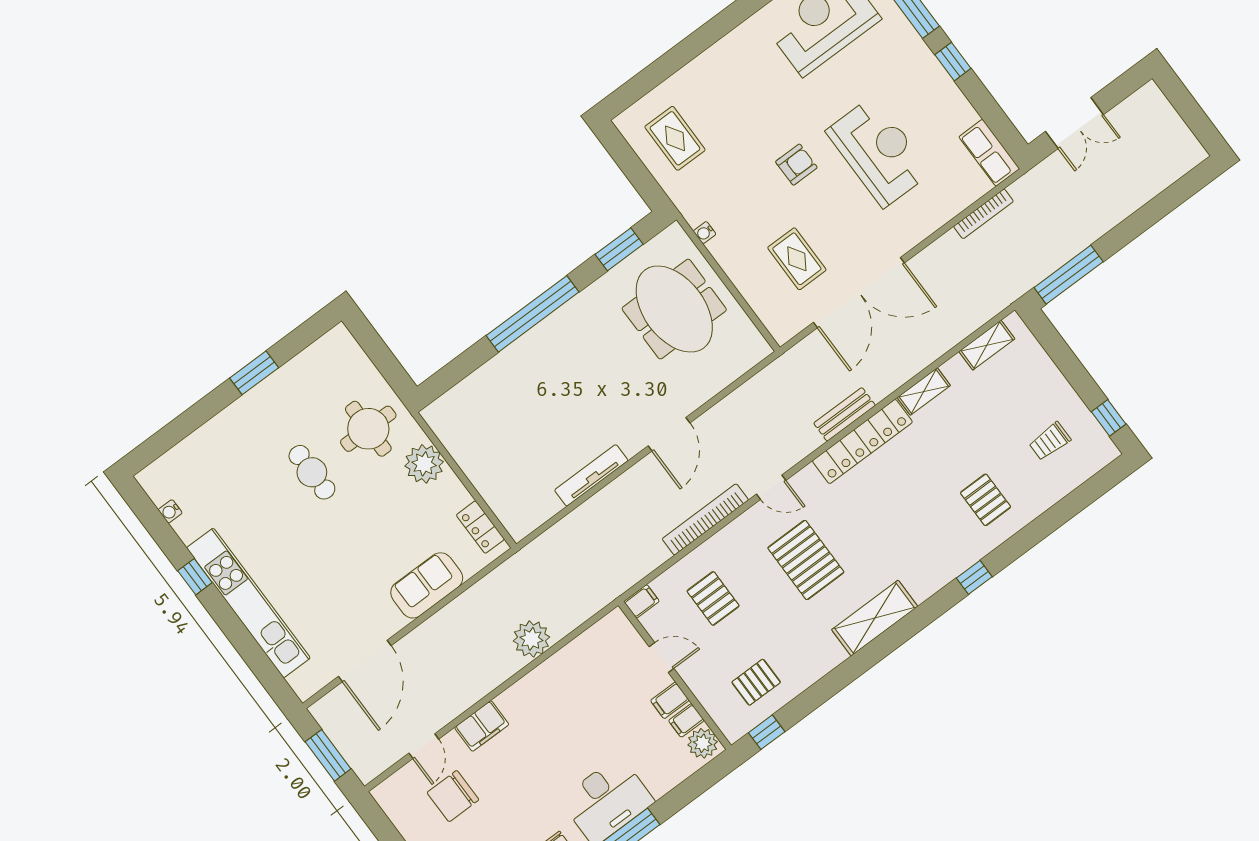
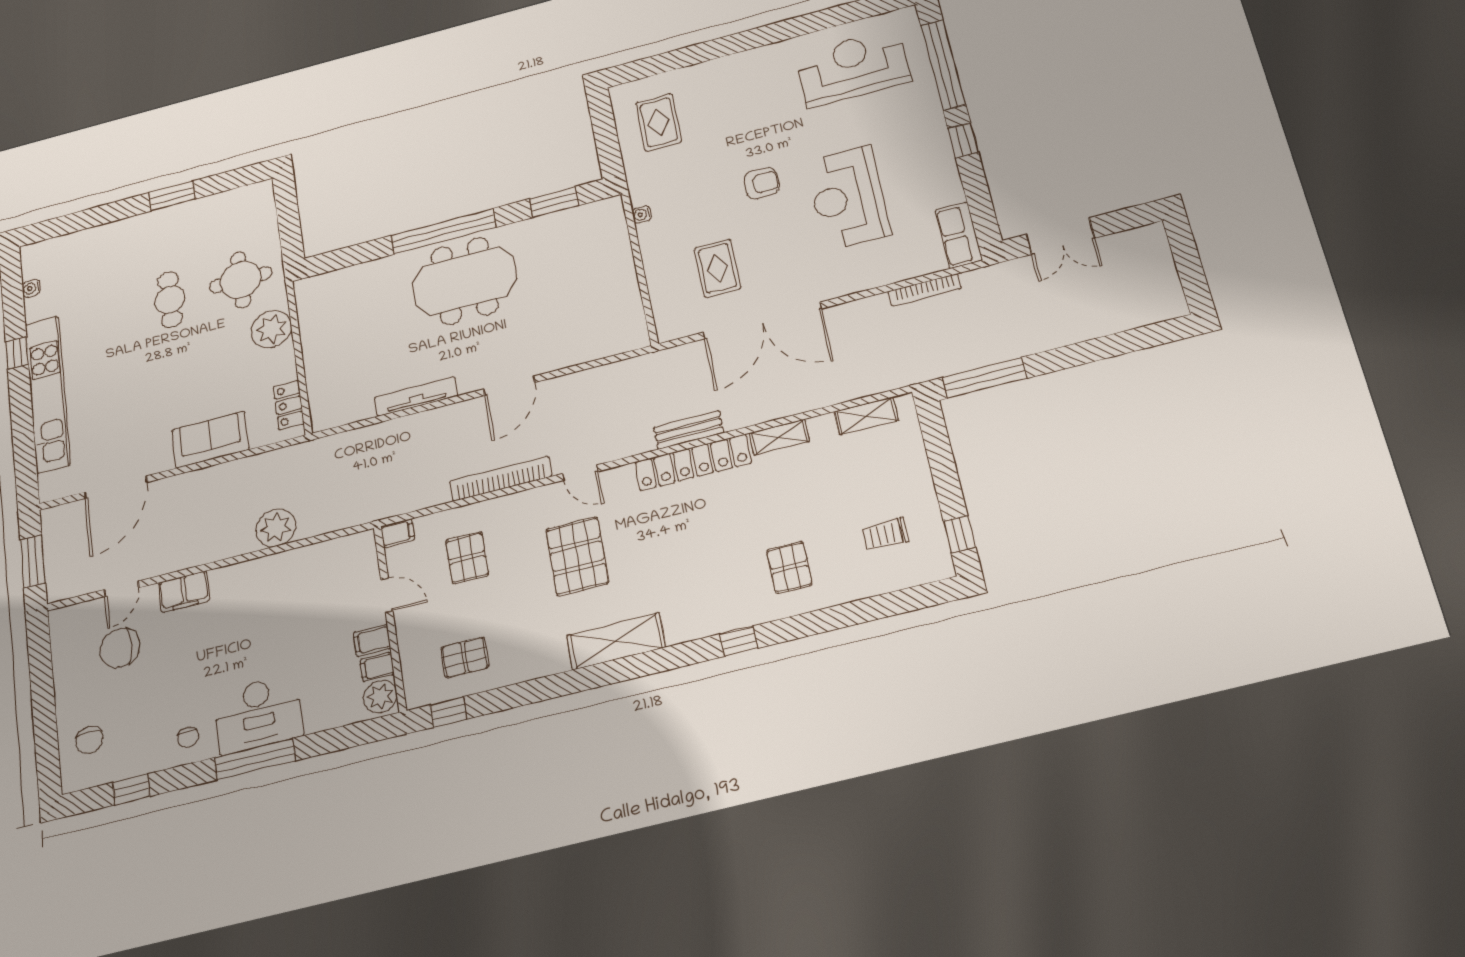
reception desk: (879, 152) -> (848, 198), turned 180
meeting table: (674, 309) -> (464, 281), moved, turned 90

